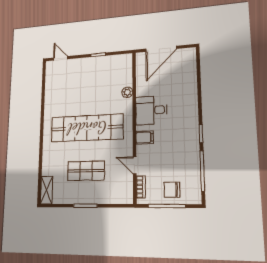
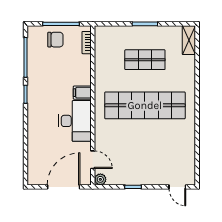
plant: (127, 92) -> (100, 179), moved
desk: (151, 110) -> (75, 121), width x1.37
door: (135, 165) -> (93, 160), moved

